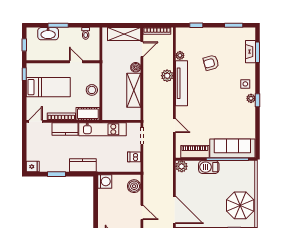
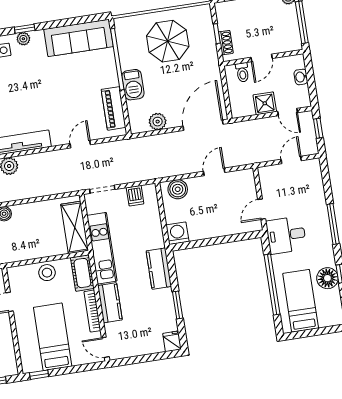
shelving: (134, 90) -> (75, 227), moved, turned 90
sofa: (232, 148) -> (79, 38), moved, turned -90
plant: (182, 166) -> (158, 122), moved
parasol: (240, 205) -> (168, 41), moved

